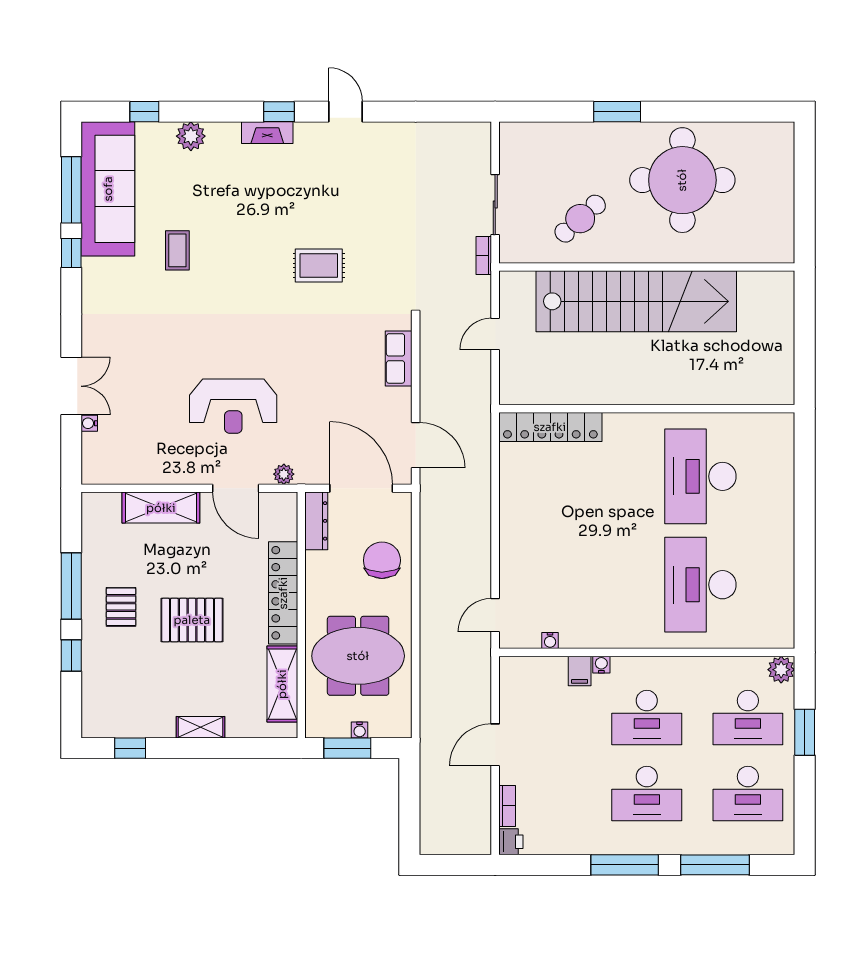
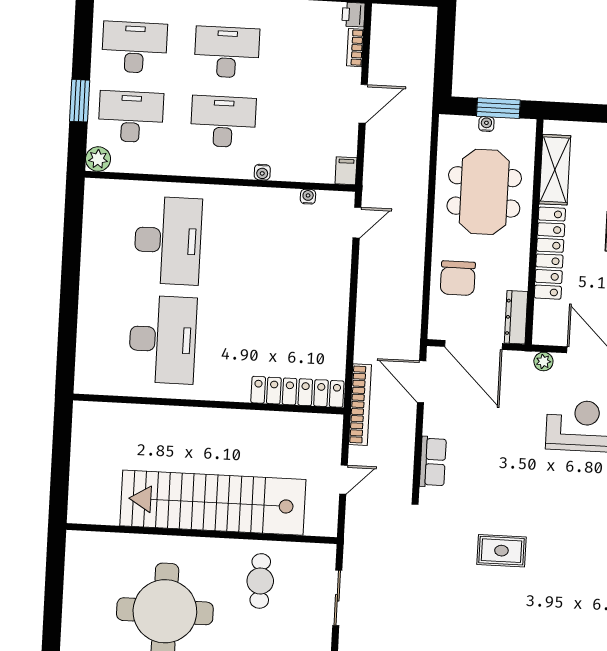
cafe table: (580, 219) -> (260, 581), turned -48
bookcase: (484, 256) -> (360, 405), moved, width x2.31, depth x1.31
meeting table: (358, 656) -> (484, 192), turned 90
filing cabinet: (580, 671) -> (346, 171), moved

